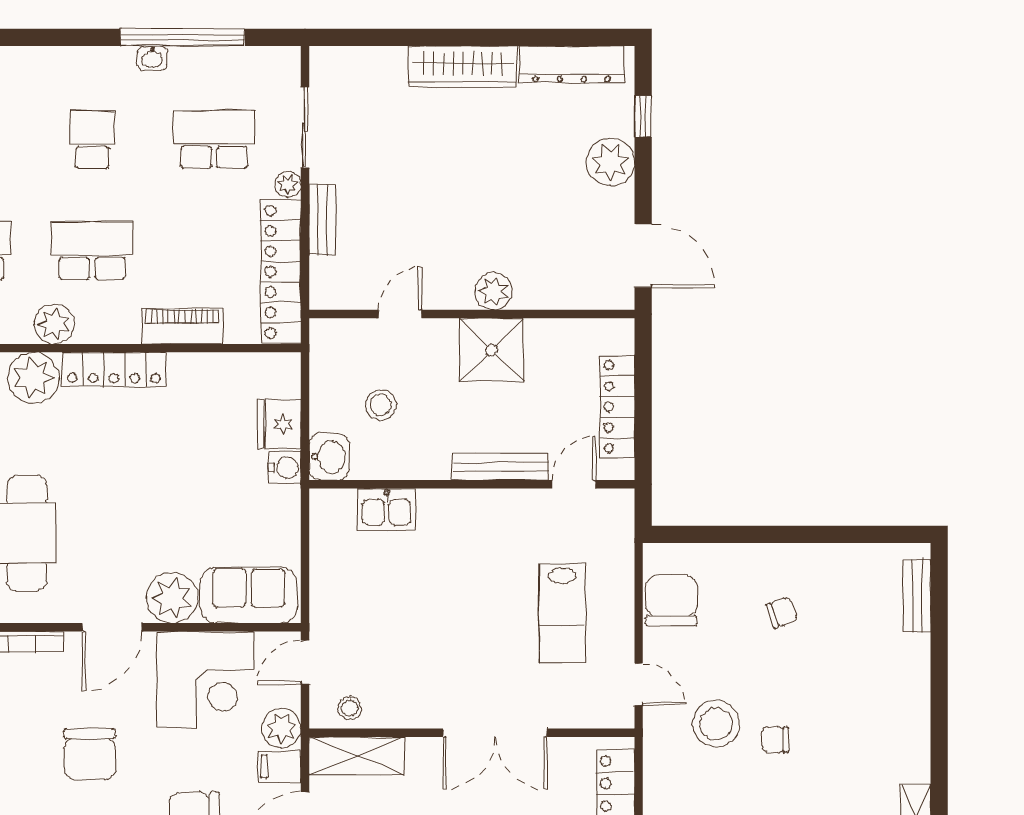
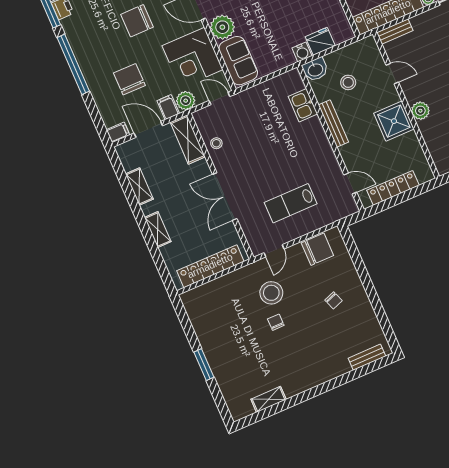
bench: (323, 219) -> (395, 32), moved
bench: (500, 467) -> (333, 124), moved
stool: (350, 708) -> (216, 143), moved

